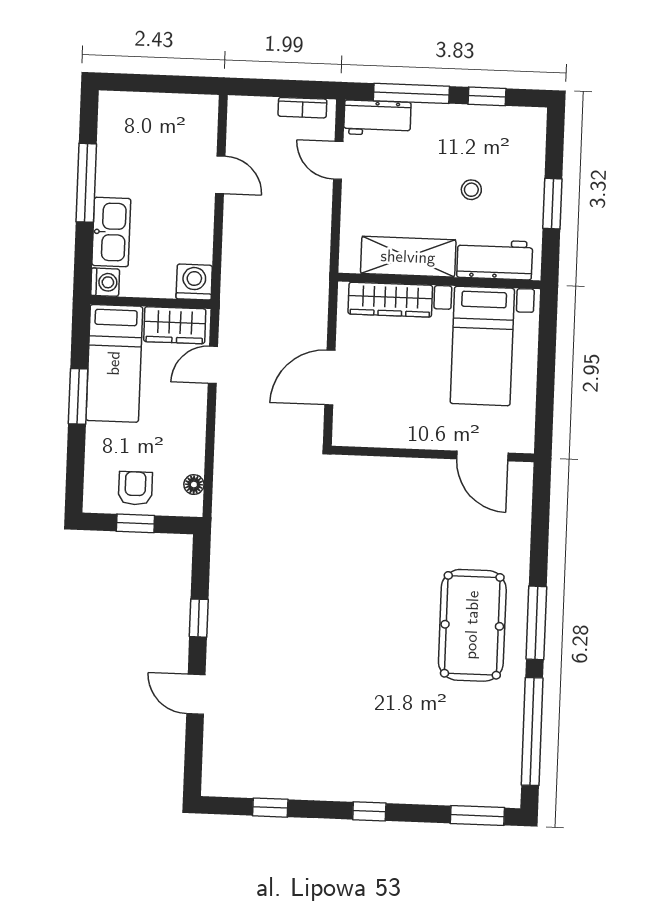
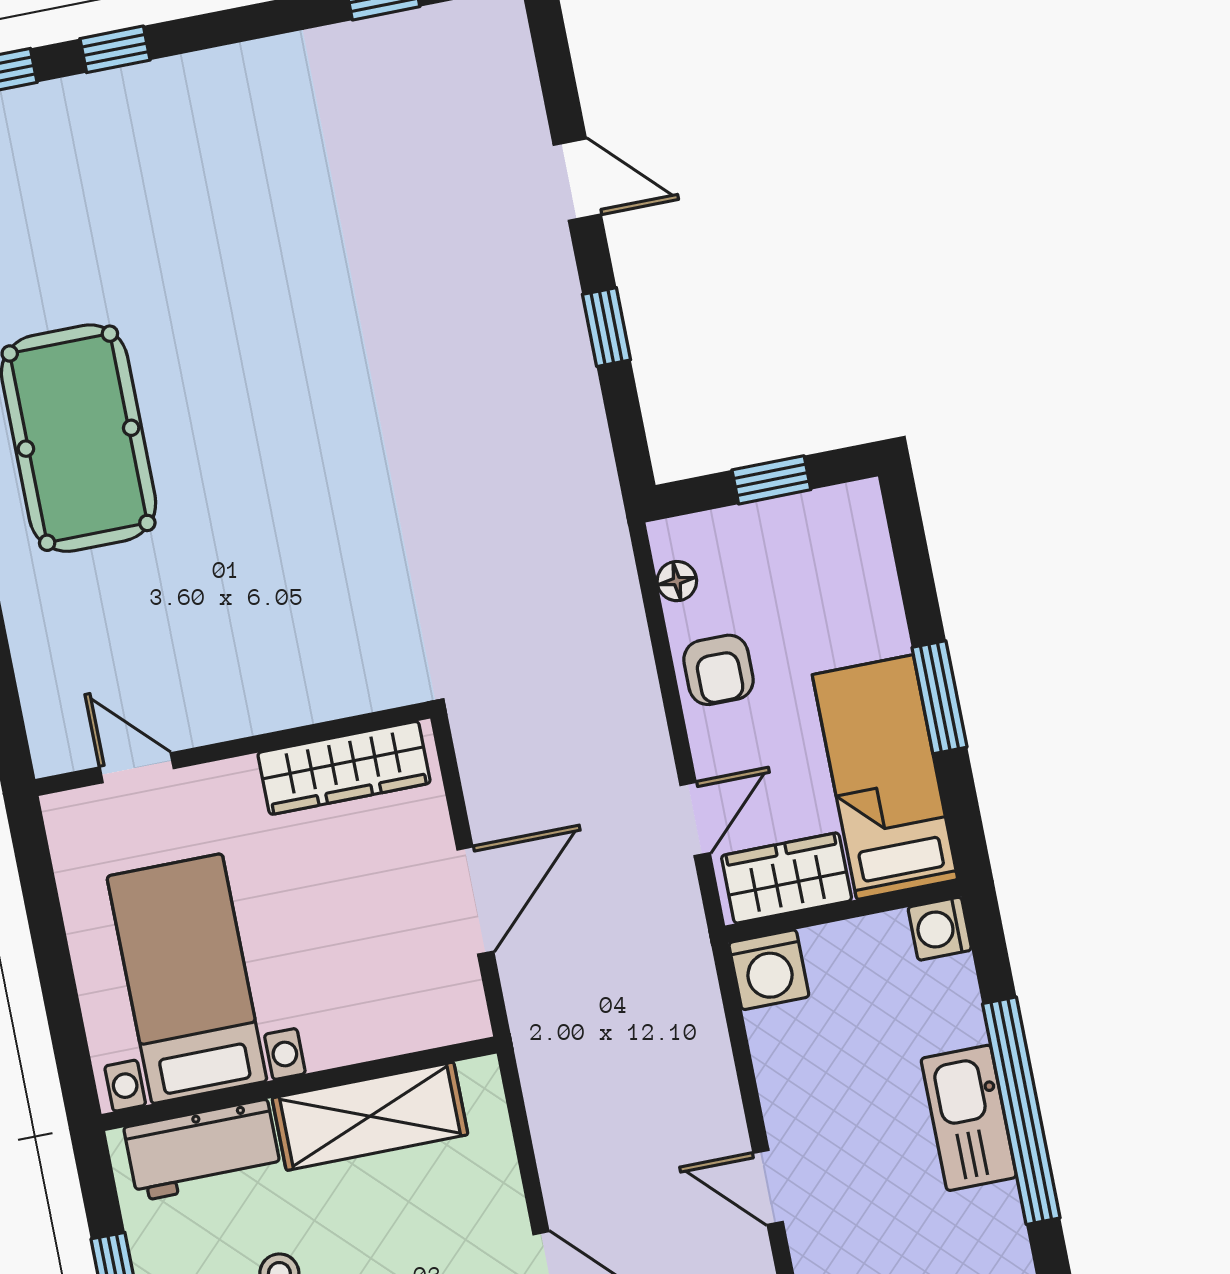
window: (86, 183) -> (1021, 1111), width x1.46
kitchen sink: (111, 232) -> (969, 1118), moved
wardrobe: (390, 300) -> (344, 768), moved, turned 180
door: (330, 378) -> (475, 901), moved
door: (482, 456) -> (137, 768), width x0.73
armchair: (135, 488) -> (719, 670), moved
window: (369, 811) -> (115, 49), moved

